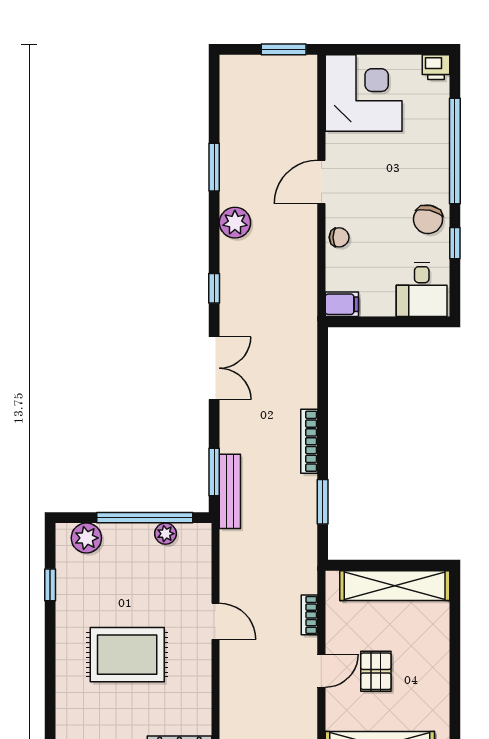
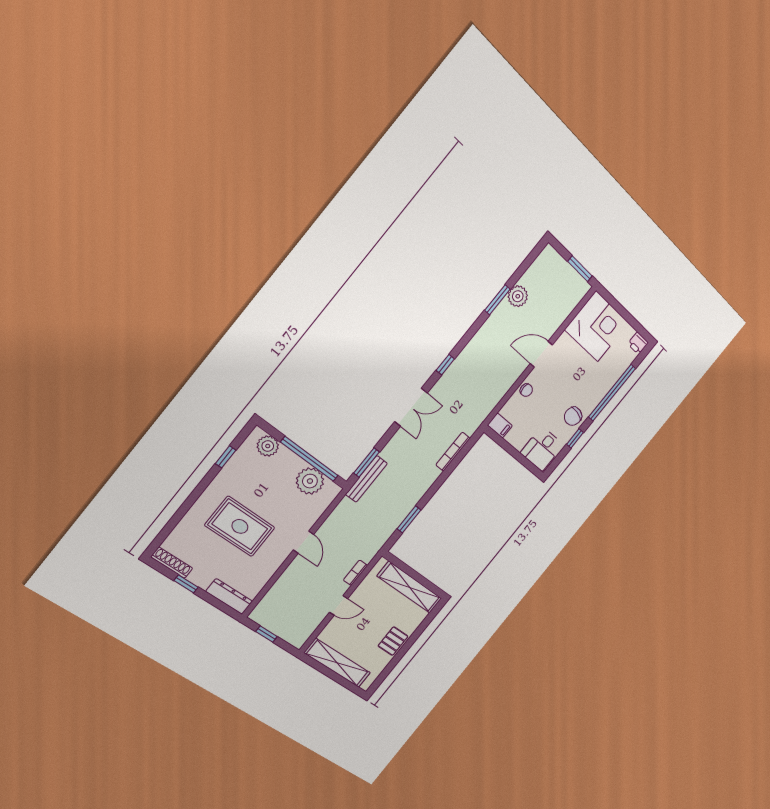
plant: (235, 223) -> (518, 296), moved
bookcase: (309, 441) -> (453, 452), moved
plant: (166, 534) -> (310, 481), width x1.88, depth x1.88
pallet: (376, 671) -> (393, 641), moved

